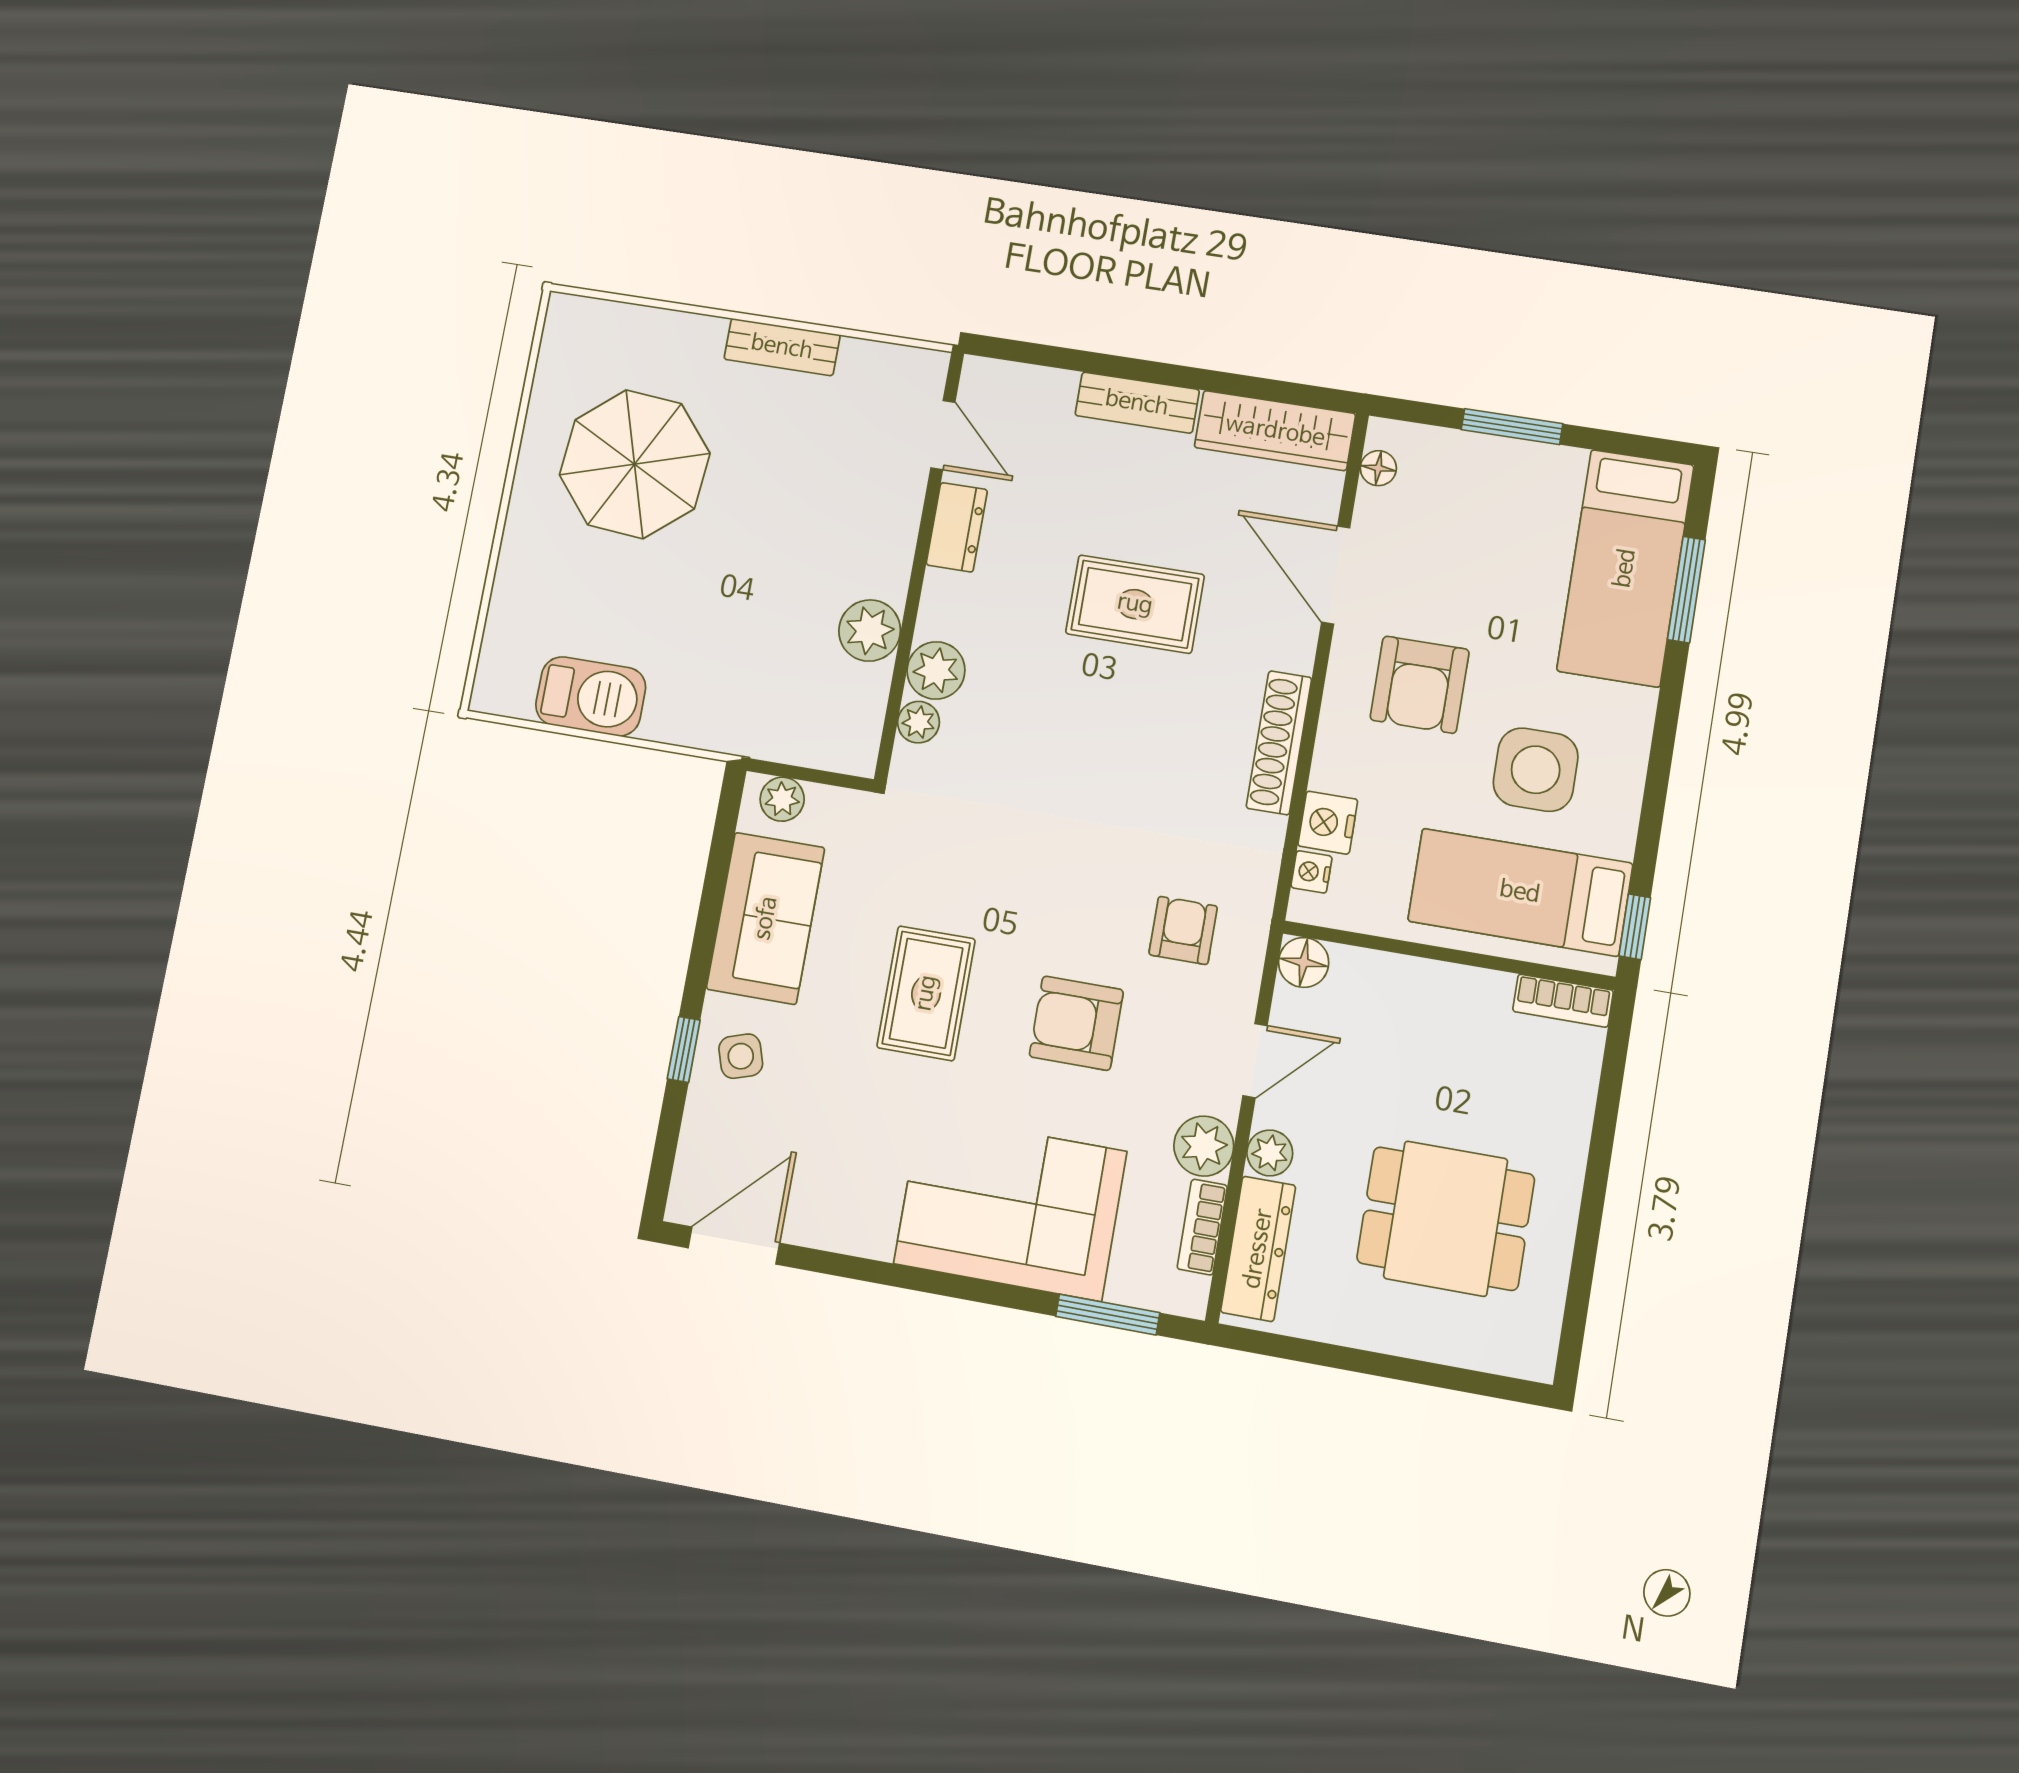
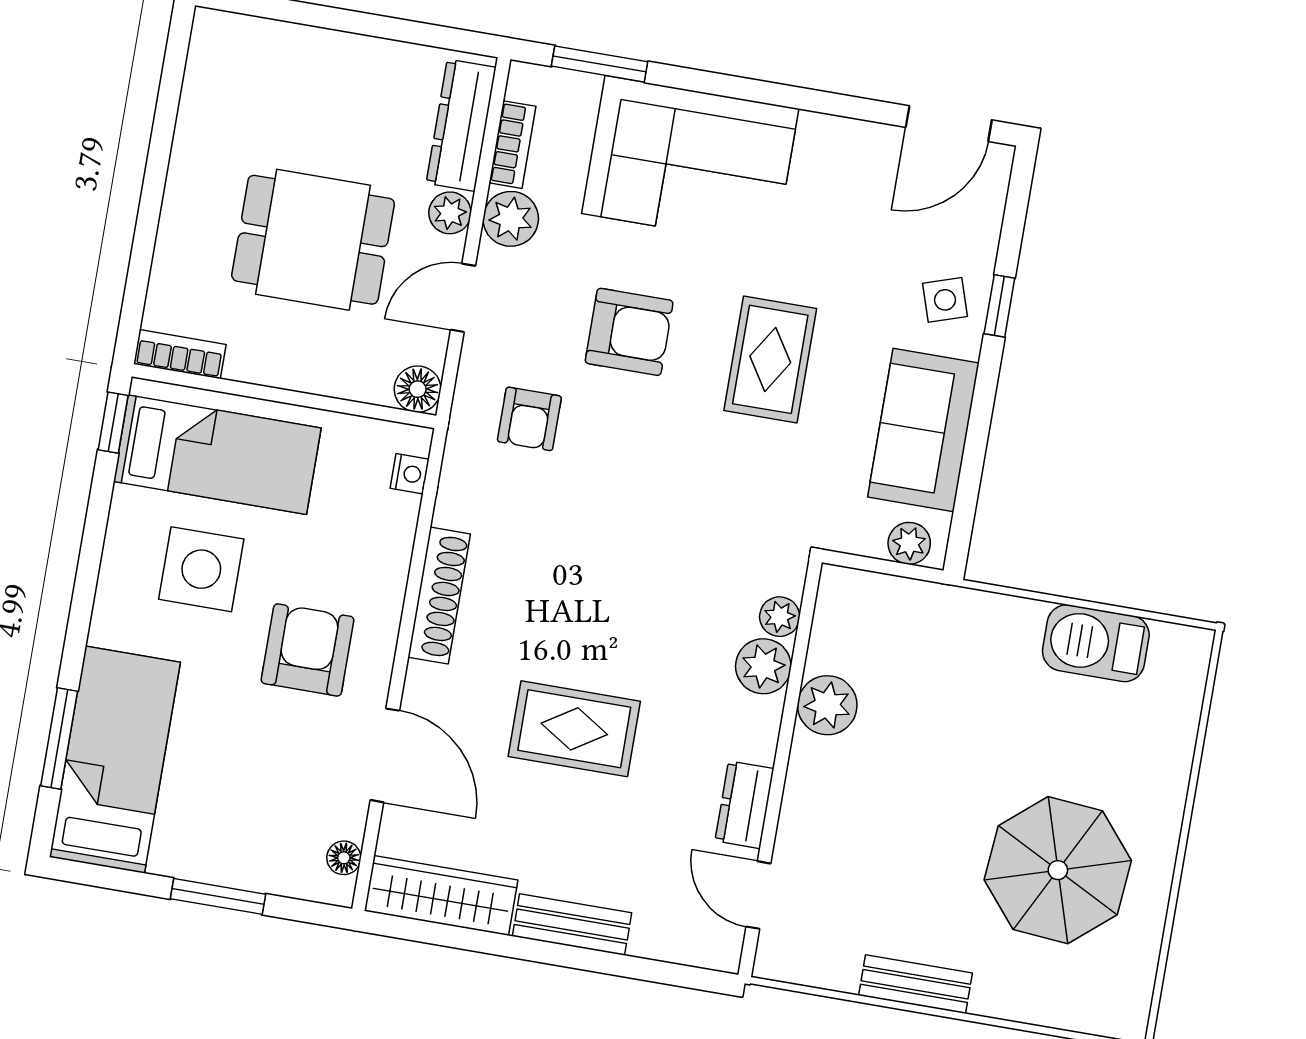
nightstand: (1328, 823) -> (394, 520), removed
dining table: (1446, 1219) -> (313, 240), moved

